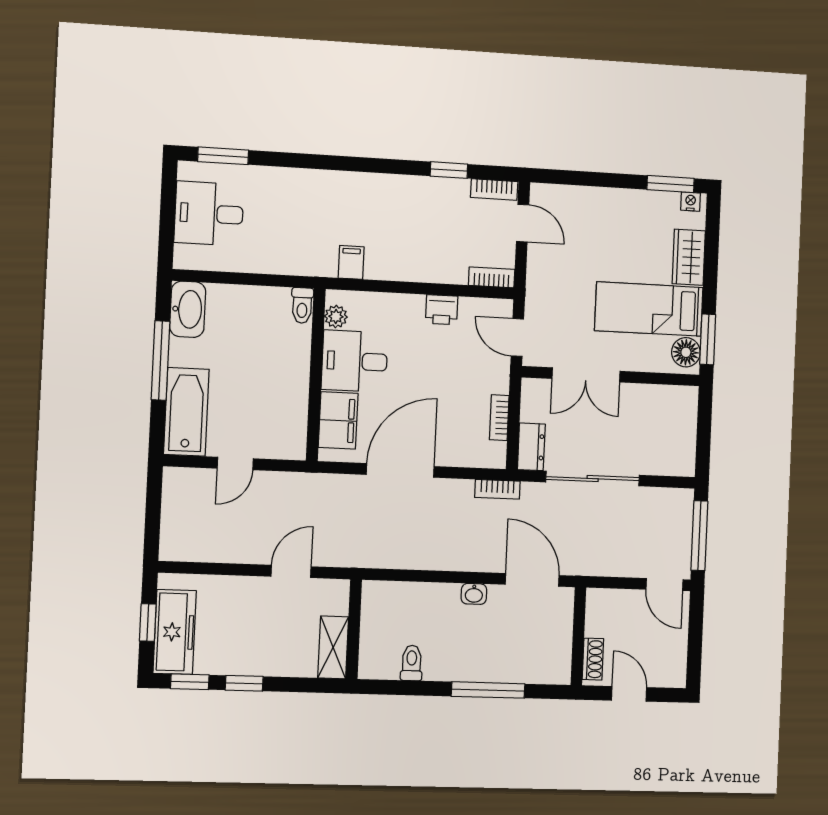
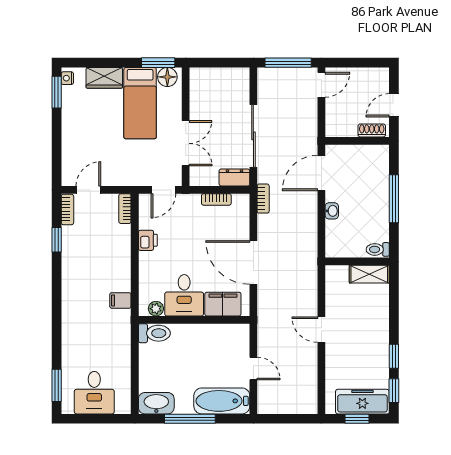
toilet: (302, 305) -> (154, 333), width x1.37, depth x1.39
wall: (354, 629) -> (357, 261), moved
shelving: (333, 647) -> (369, 274), moved

